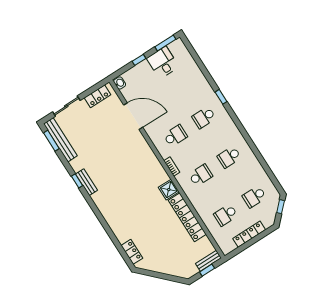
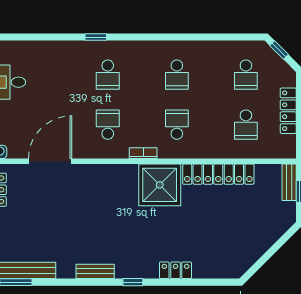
window: (77, 181) -> (133, 282), moved
shower: (169, 190) -> (160, 185), width x1.86, depth x1.86
locker: (132, 252) -> (175, 270), moved

